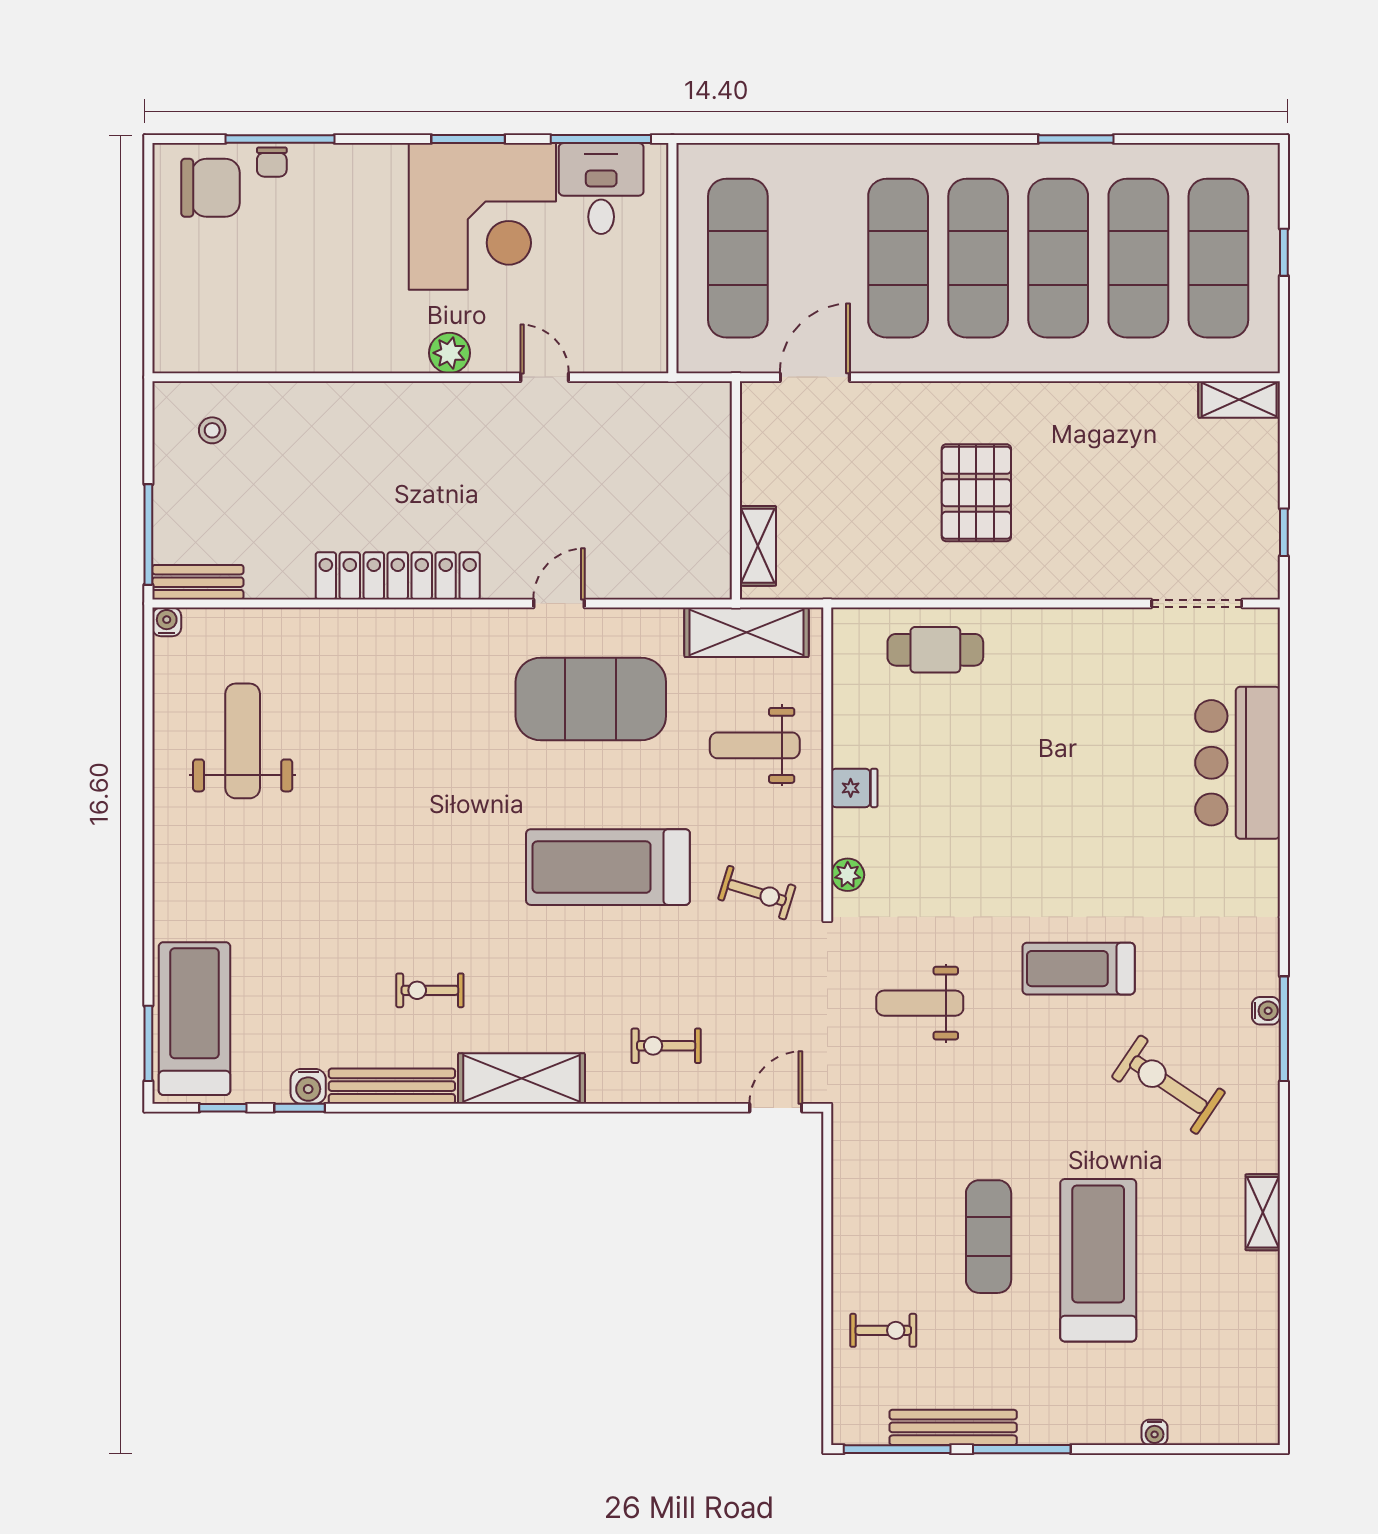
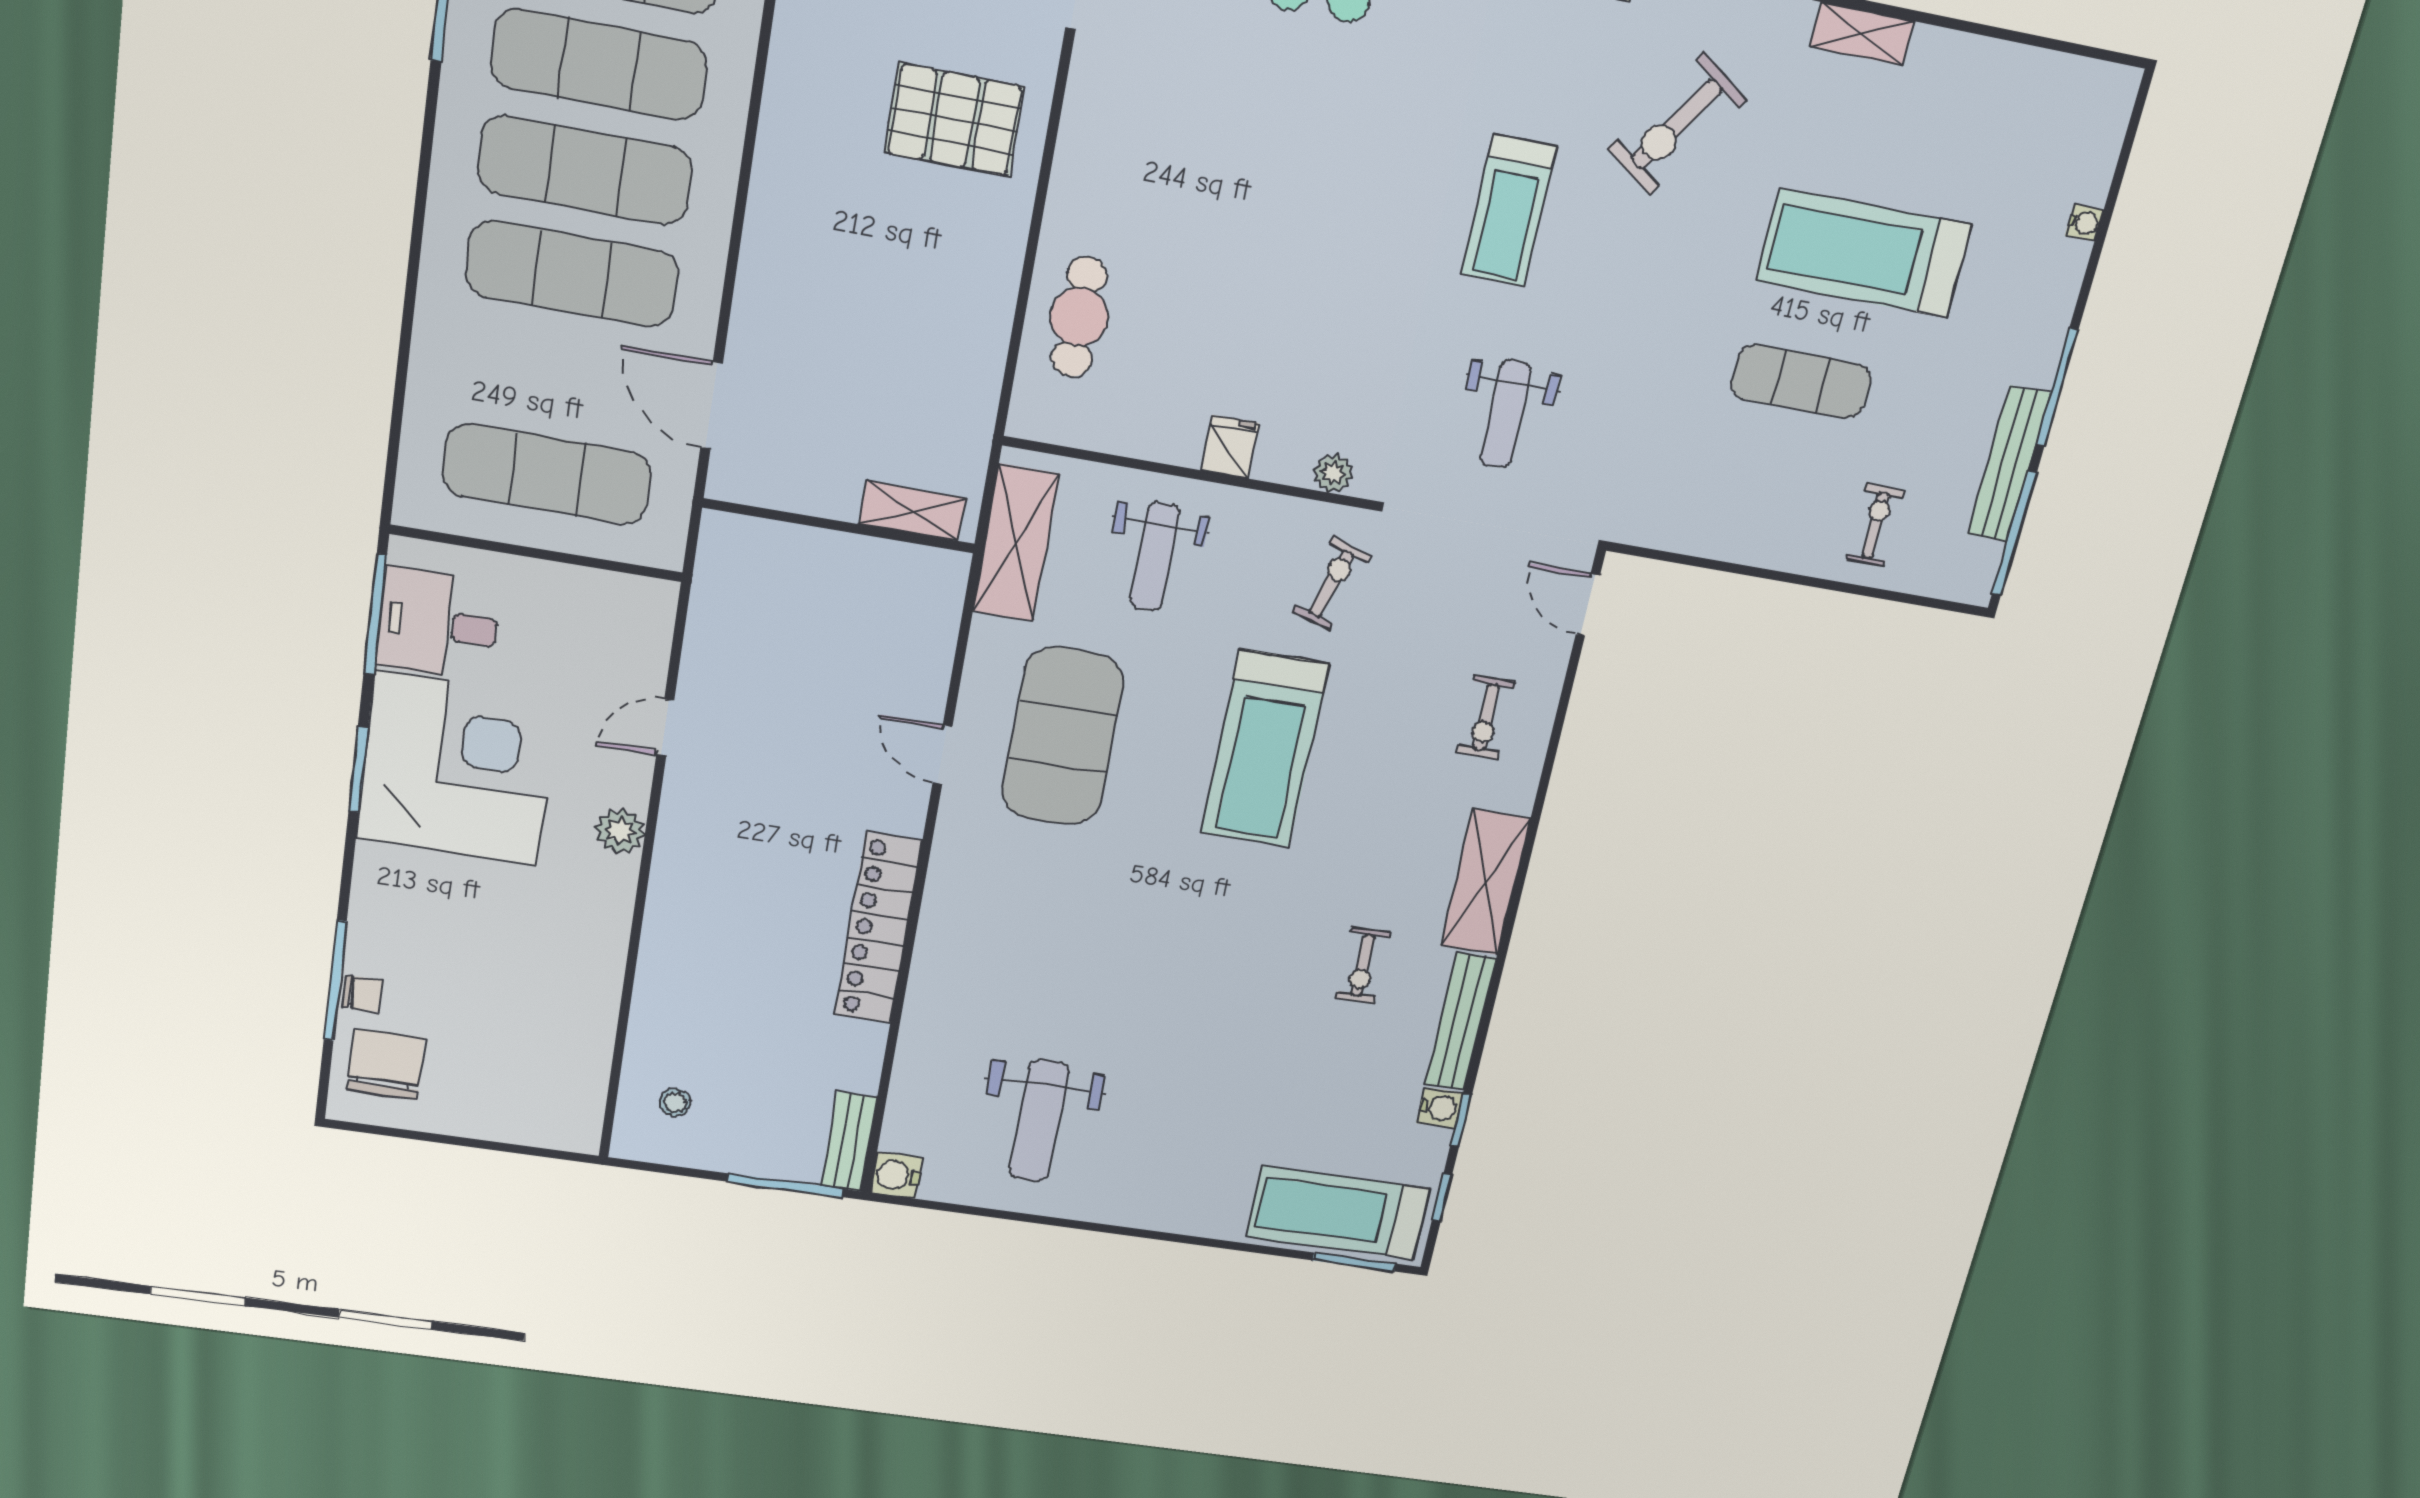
pallet: (976, 493) -> (954, 120), moved
water cooler: (167, 622) -> (896, 1175), width x1.38, depth x1.38
weight bench: (243, 741) -> (1039, 1121), turned -90

